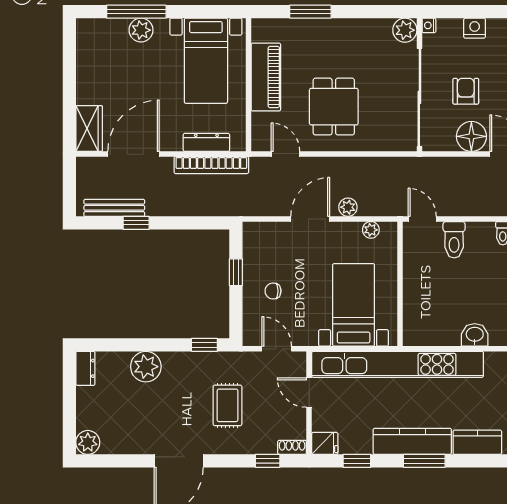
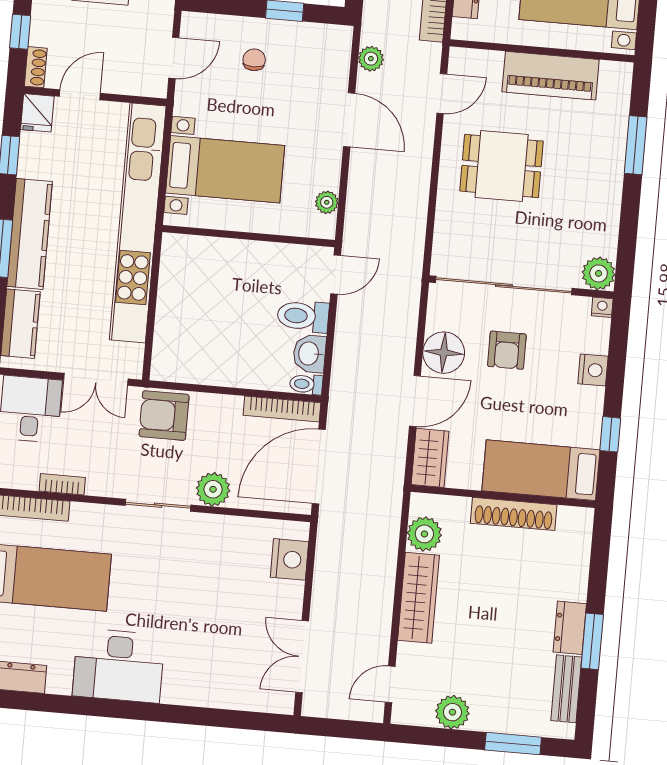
armchair: (466, 91) -> (507, 350), turned 90
plant: (348, 207) -> (371, 59), moved
washbasin: (475, 335) -> (309, 354), moved, turned 180
door: (309, 393) -> (80, 95), moved

